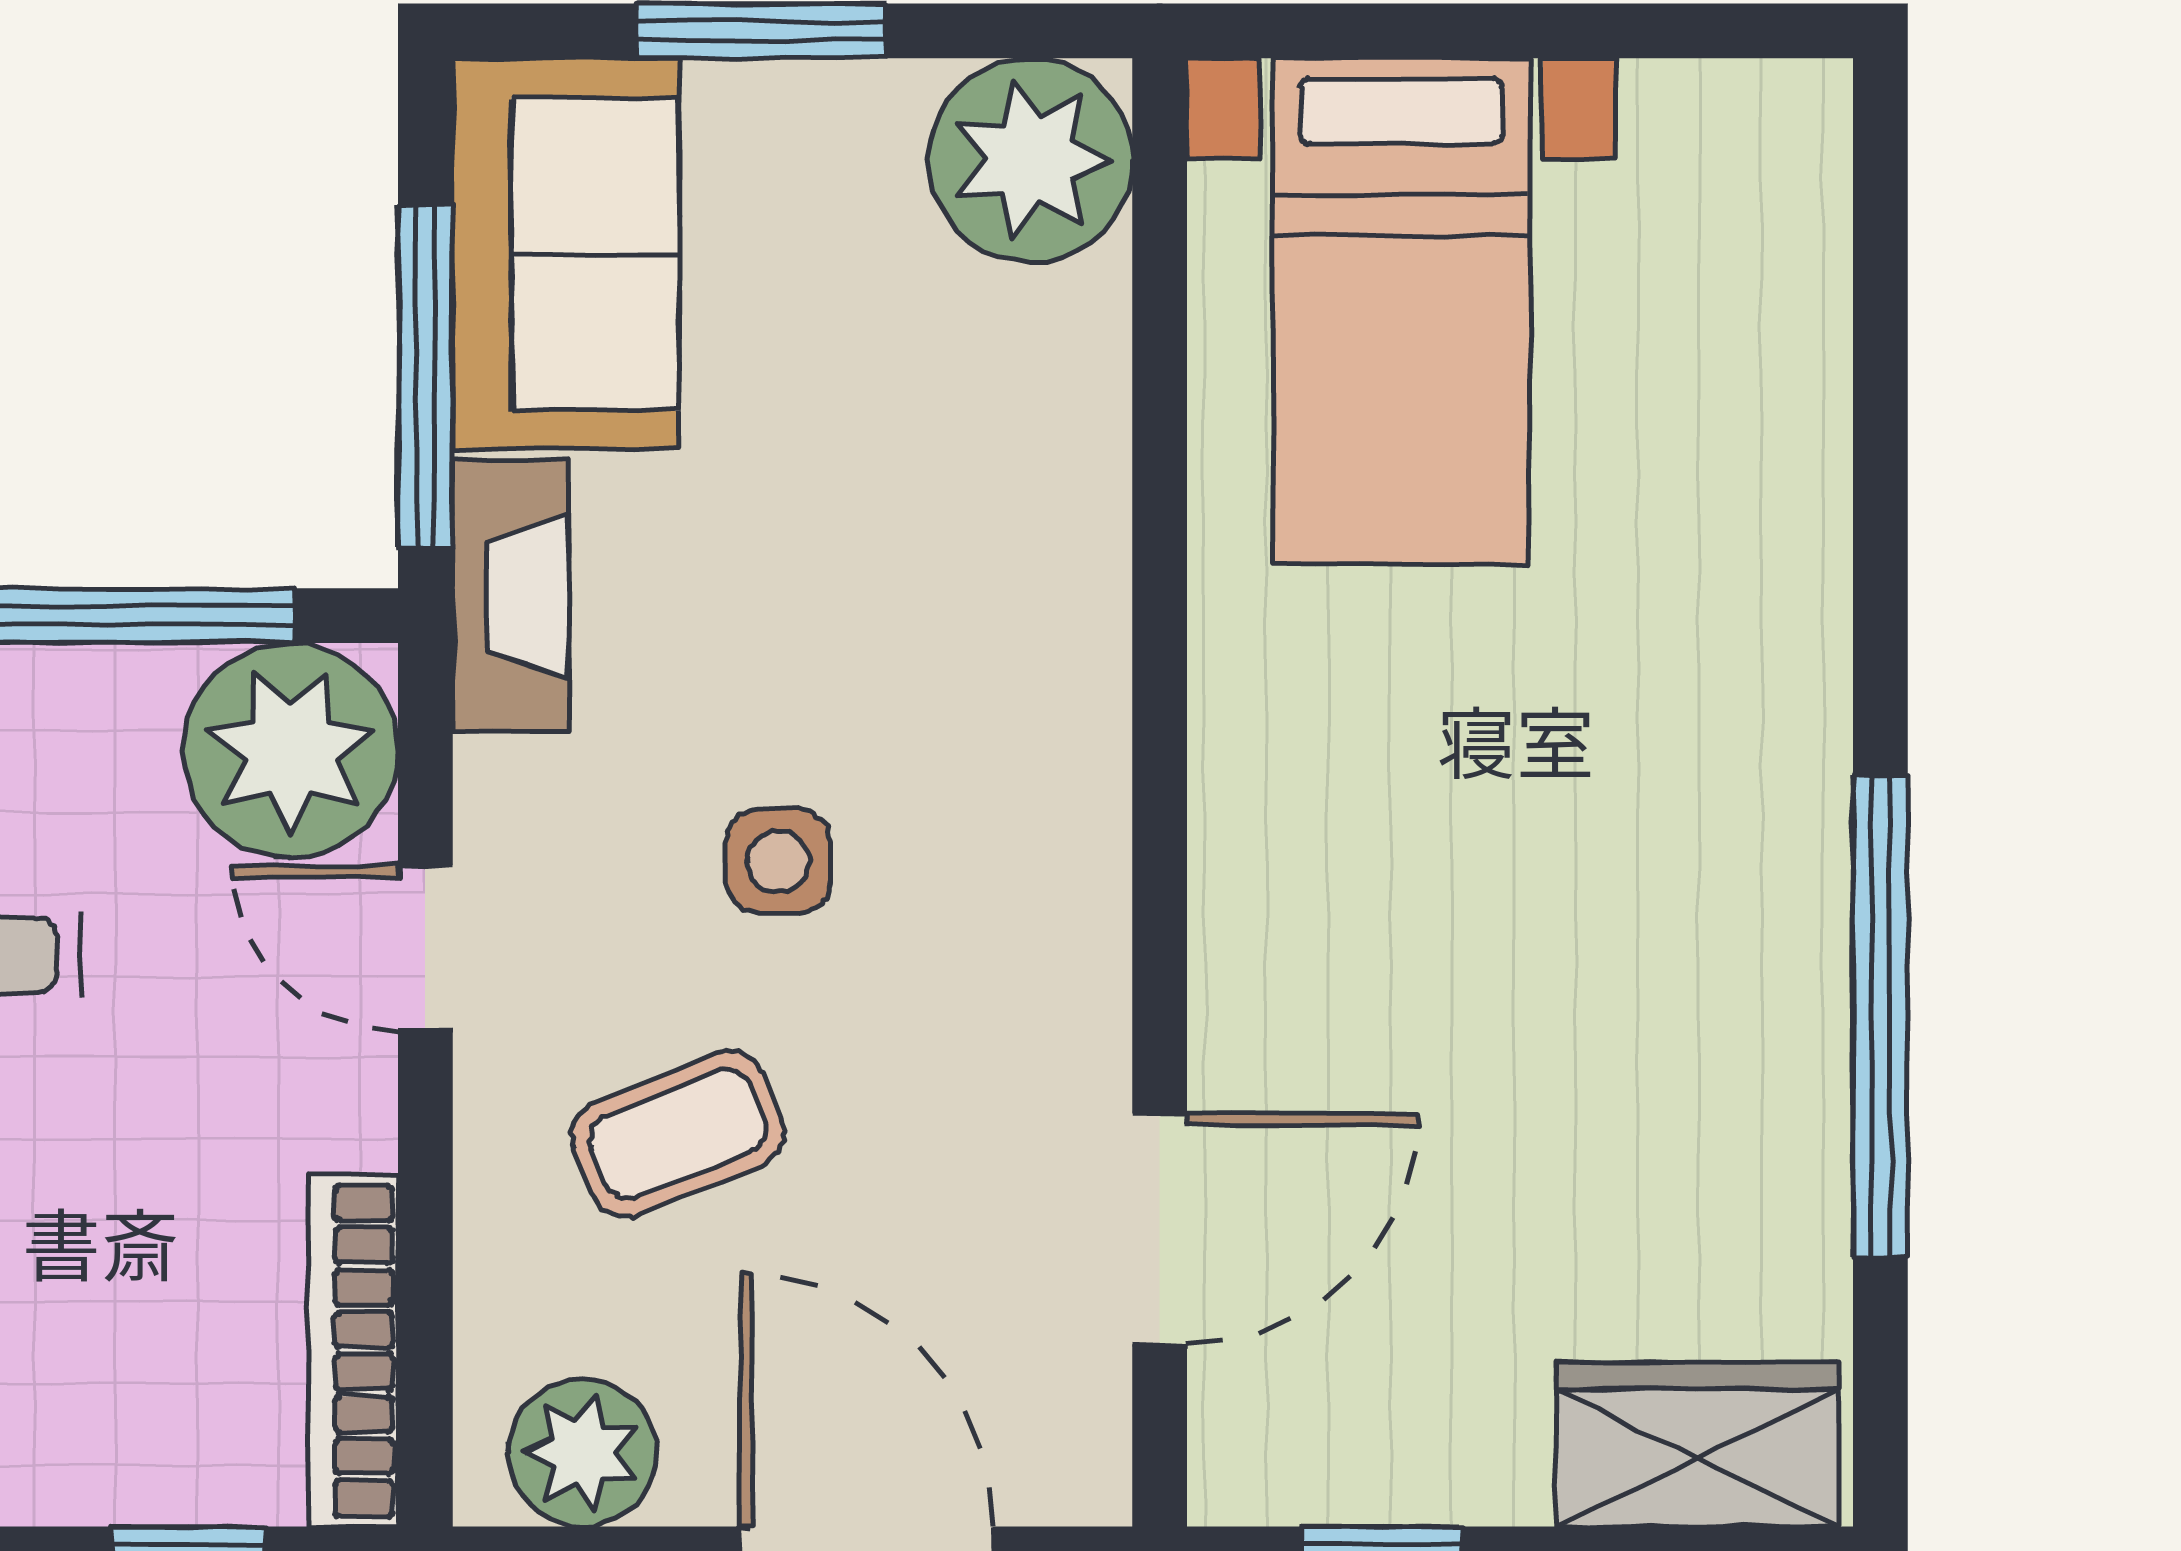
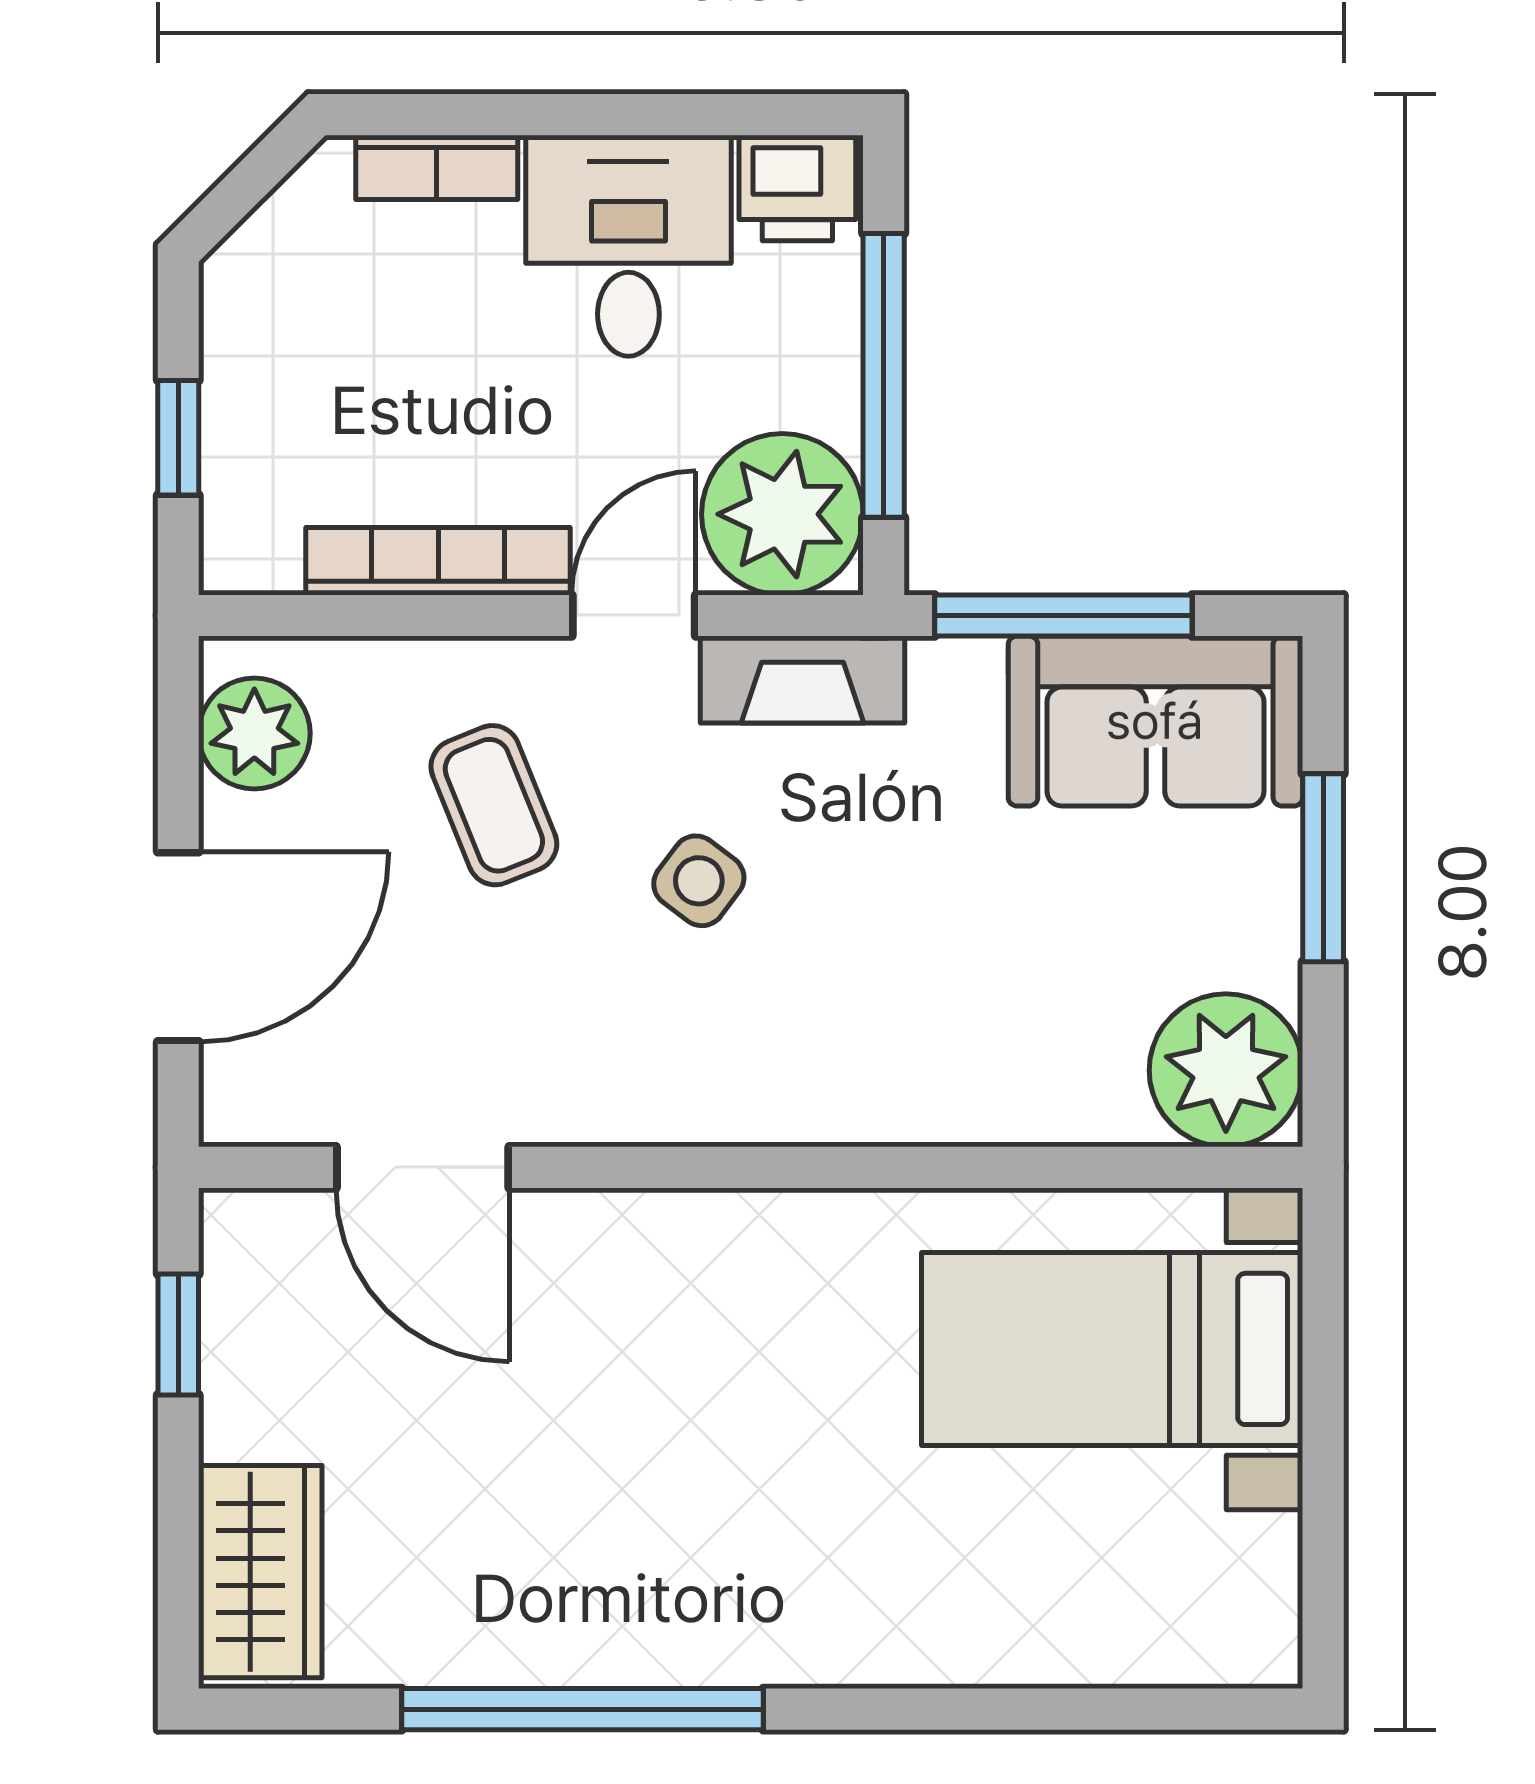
fireplace: (511, 596) -> (803, 680), moved
side table: (778, 861) -> (699, 881), turned 37
bookcase: (353, 1351) -> (438, 561), moved

